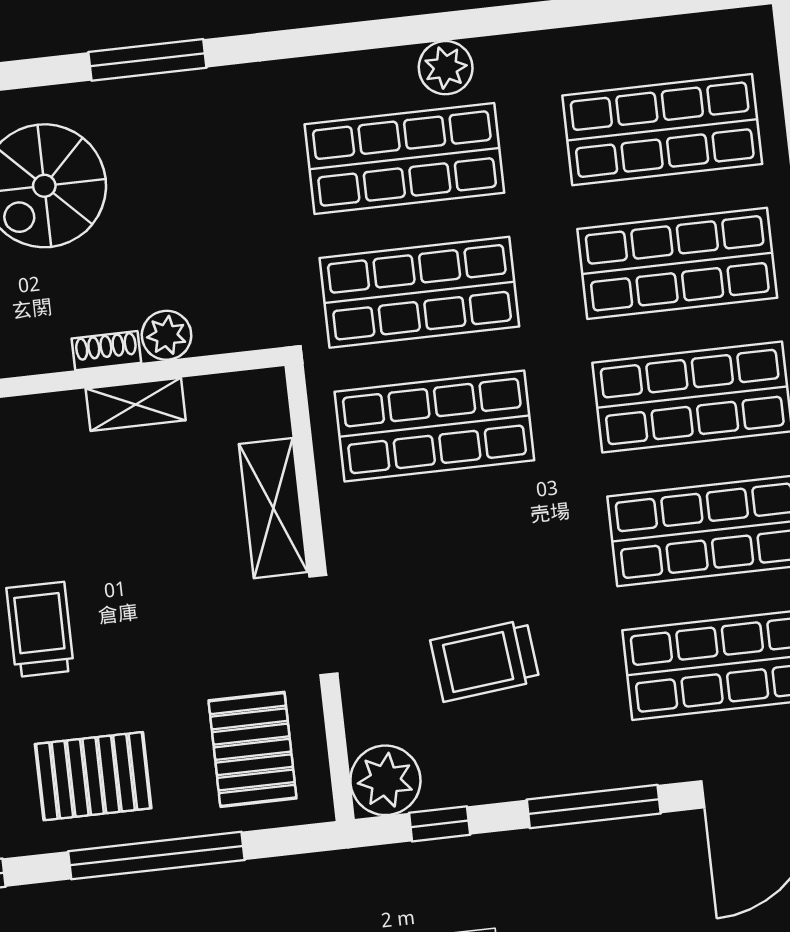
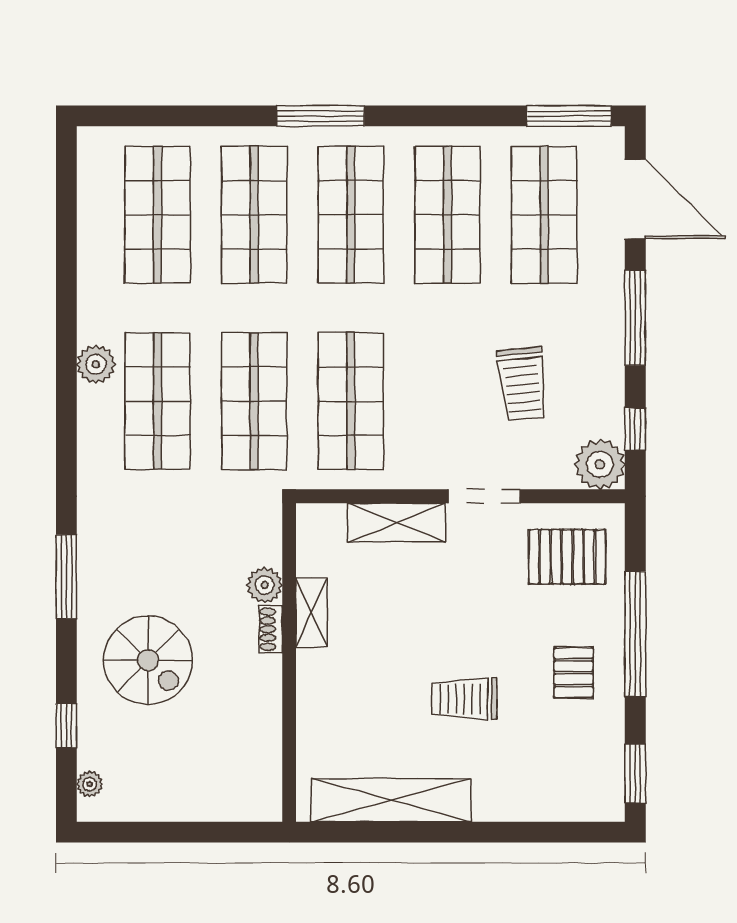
pallet: (93, 776) -> (573, 673), width x0.67, depth x0.71

